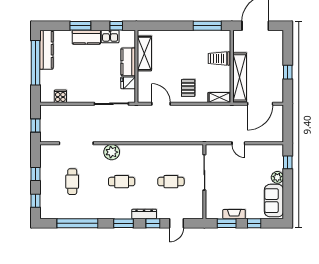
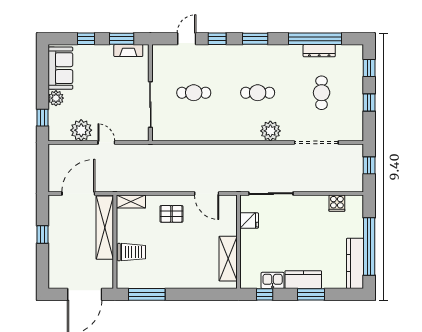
kitchen counter: (128, 62) -> (249, 248), removed
pallet: (188, 88) -> (171, 214), turned 90
plant: (258, 153) -> (81, 130), added
dresser: (144, 214) -> (319, 51), moved
fireplace: (234, 214) -> (128, 51), moved

